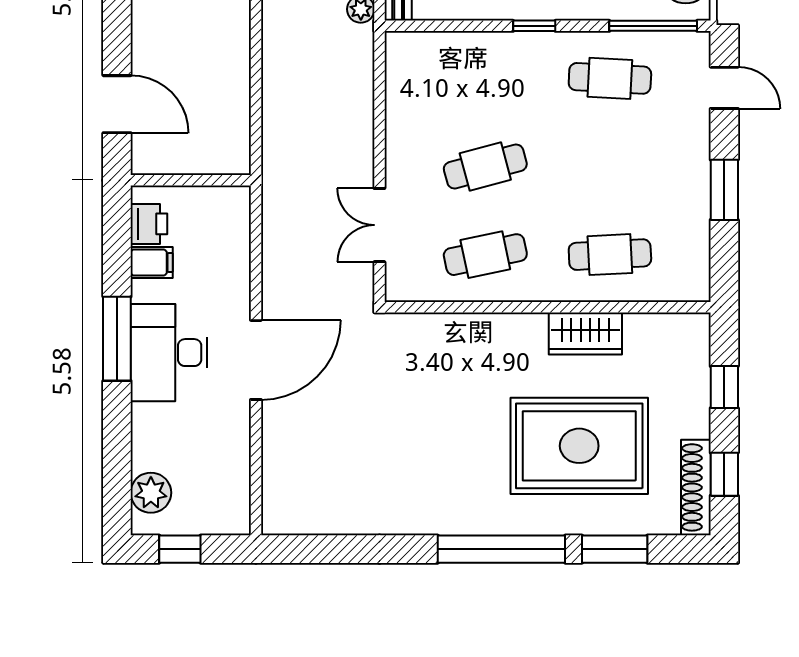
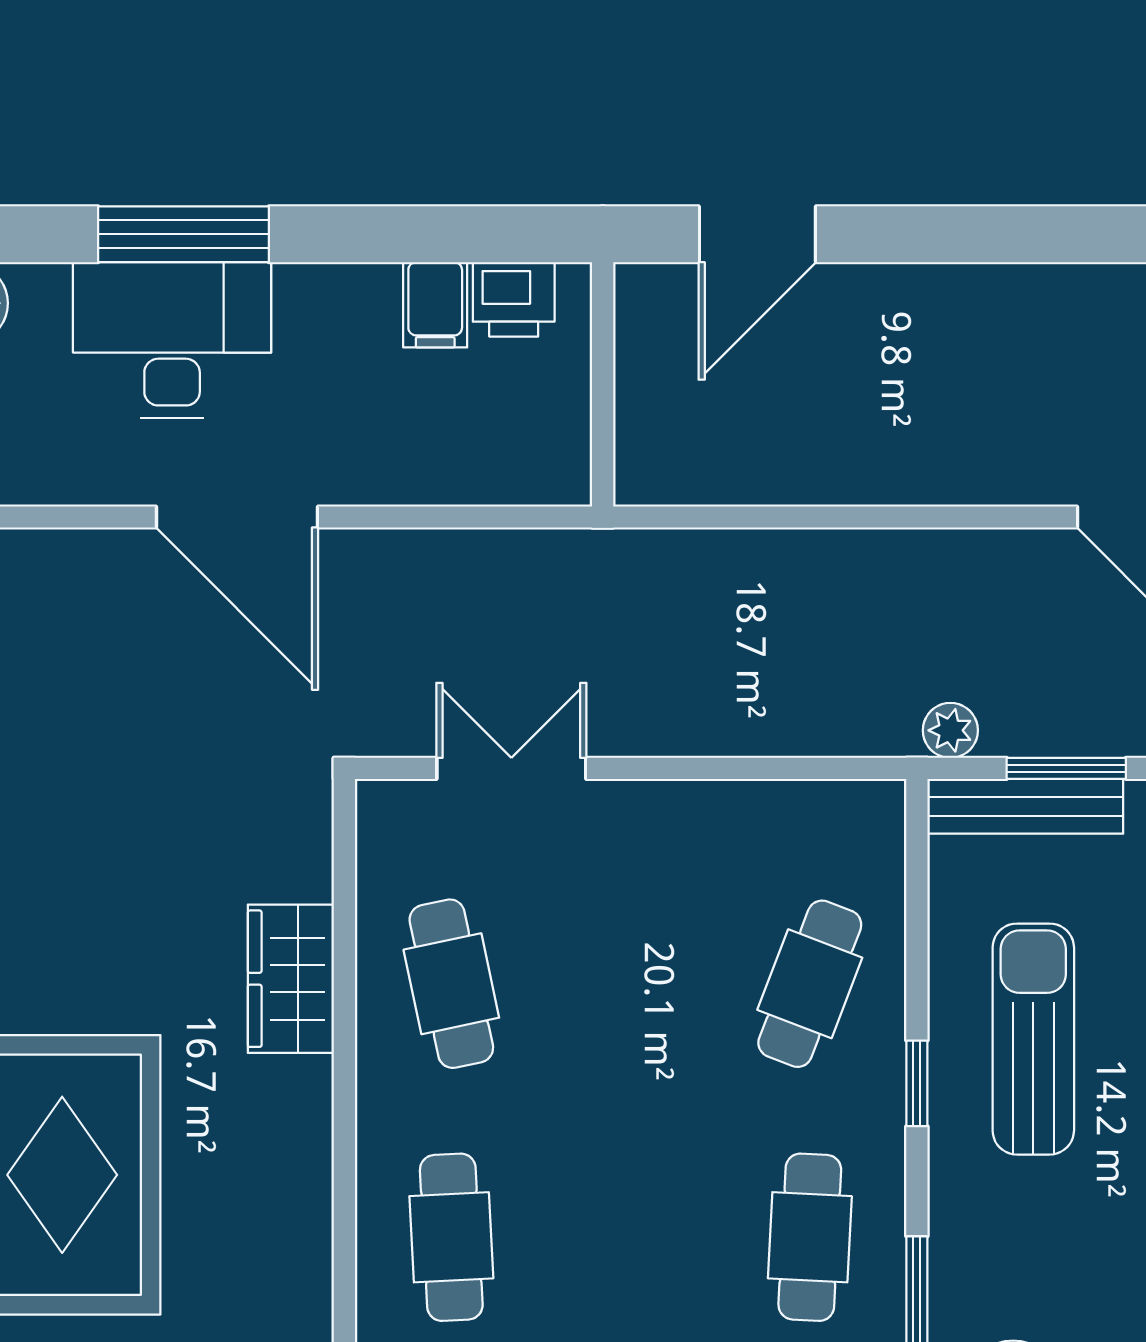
cafe table: (485, 166) -> (810, 984), moved, turned 36
wardrobe: (585, 333) -> (291, 979), moved
window: (117, 339) -> (183, 234), moved
desk: (169, 353) -> (172, 340), moved

